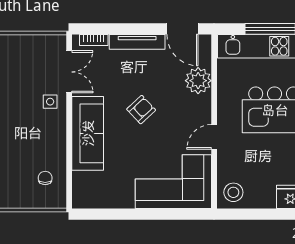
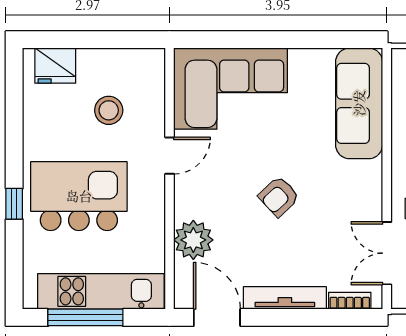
sofa: (88, 133) -> (359, 103), moved
stool: (233, 192) -> (109, 110), moved

